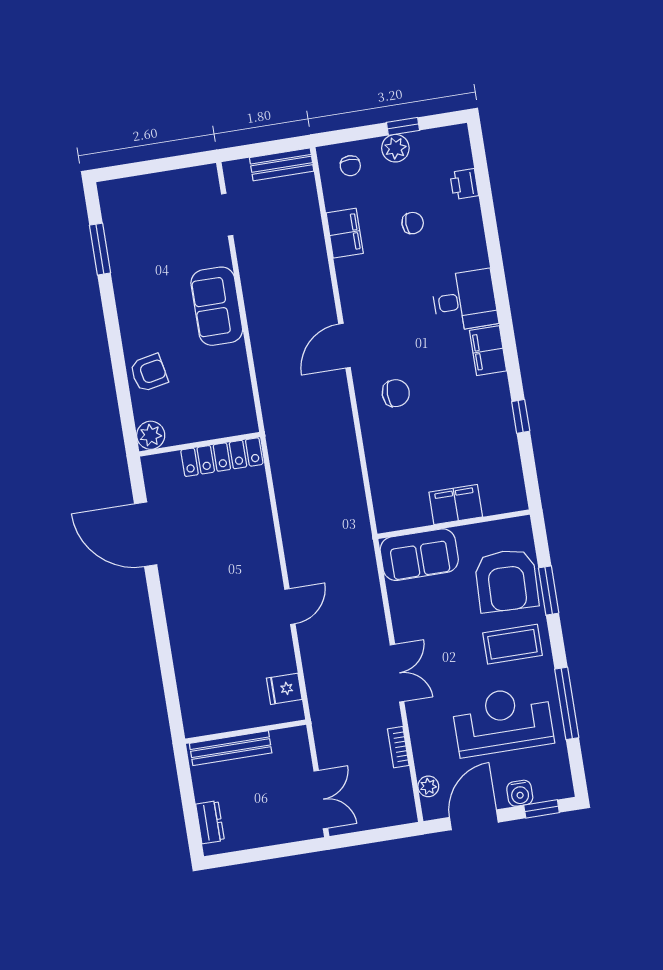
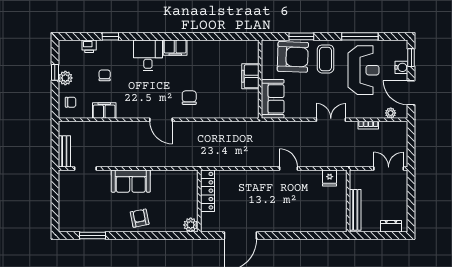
bench: (282, 164) -> (64, 151), moved
armchair: (149, 373) -> (140, 218), moved
window: (521, 416) -> (110, 36), moved
reception desk: (503, 721) -> (364, 70), turned 180

